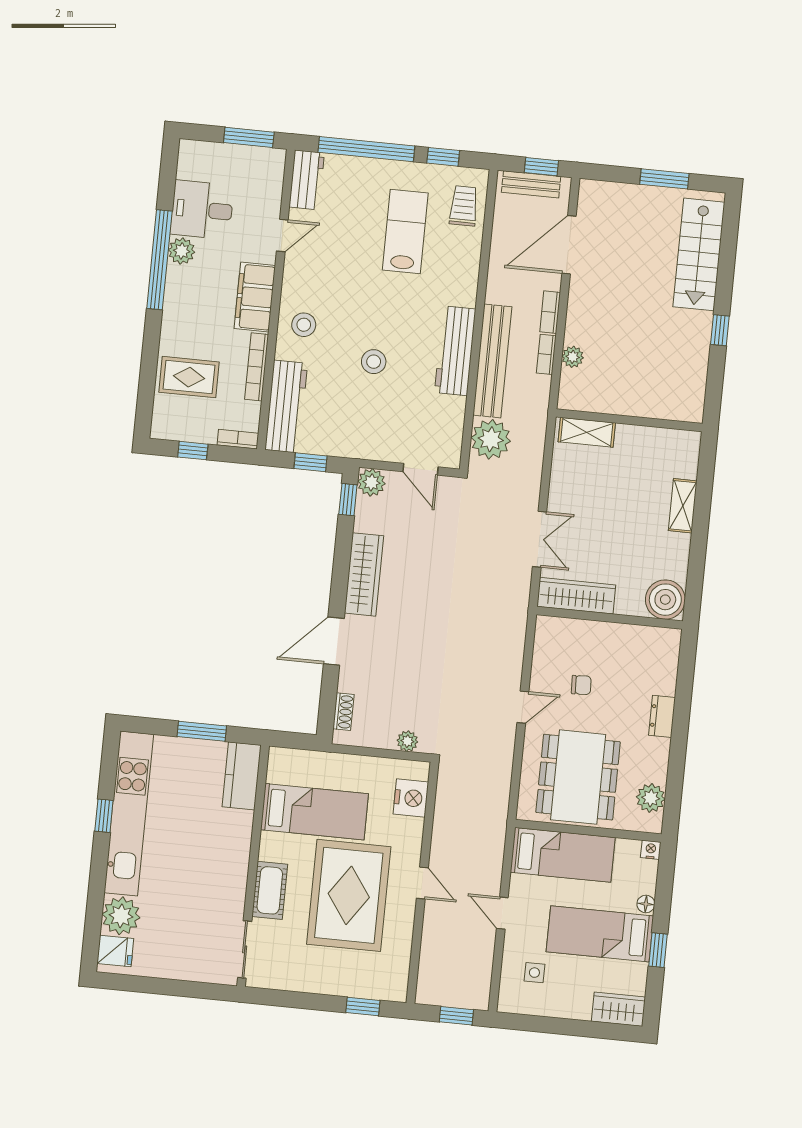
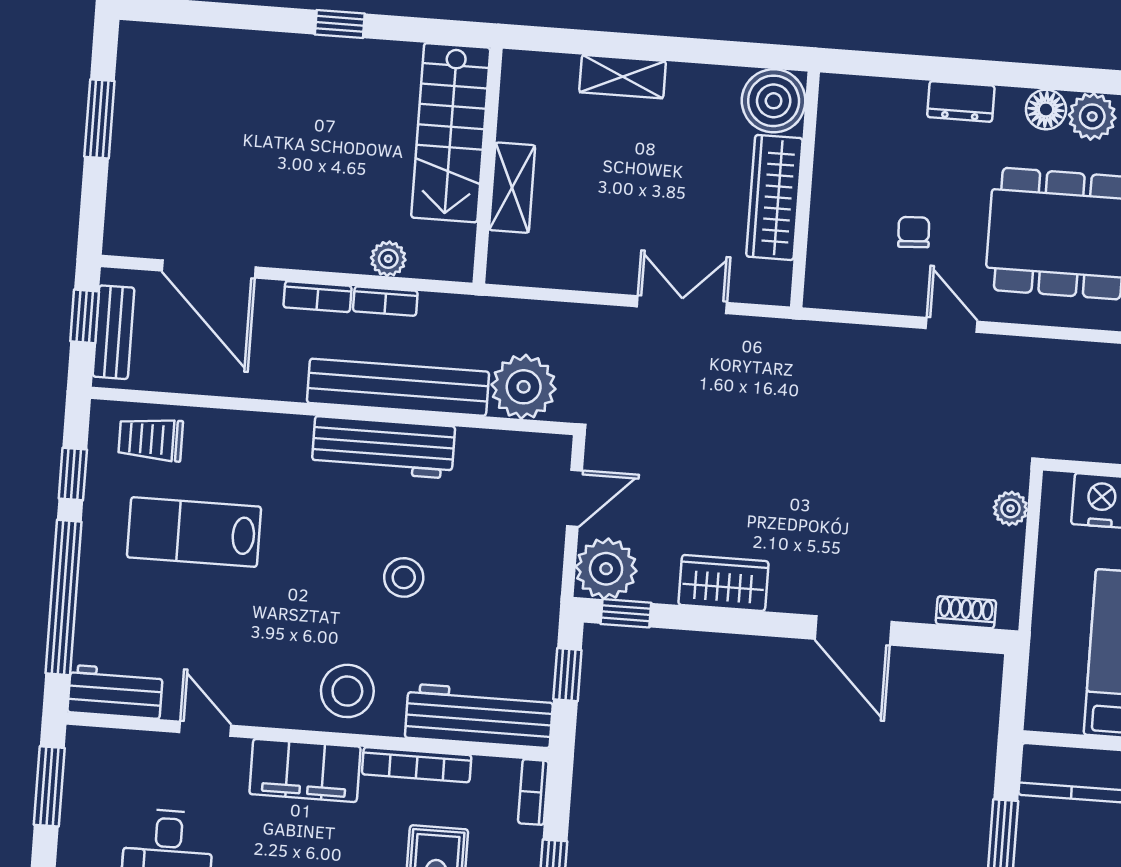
stairs: (699, 254) -> (451, 133), moved, turned 90
stool: (304, 325) -> (347, 691), width x1.38, depth x1.38
shelving: (587, 432) -> (512, 188), moved
plant: (371, 482) -> (606, 569), width x1.36, depth x1.36
wardrobe: (364, 574) -> (723, 583), width x0.67
wardrobe: (576, 596) -> (774, 197), moved
floor lamp: (656, 769) -> (1046, 109), added

